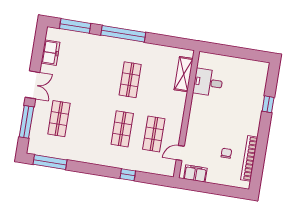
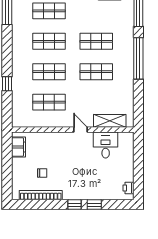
printer: (257, 66) -> (128, 188), added
shop shelf: (98, 75) -> (96, 41), added
shop shelf: (91, 124) -> (49, 41), added
window: (265, 125) -> (74, 205), added
door: (180, 153) -> (81, 130), moved

